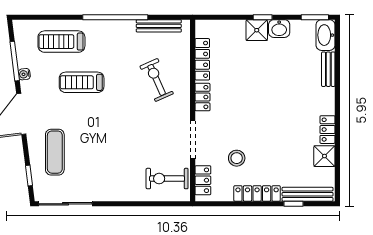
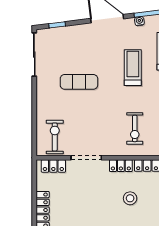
exercise bike: (157, 80) -> (135, 128), turned 114
exercise mat: (55, 152) -> (79, 82), moved
stool: (237, 158) -> (130, 198), moved

